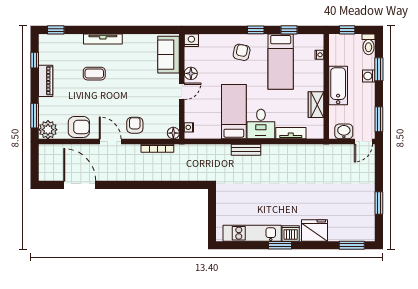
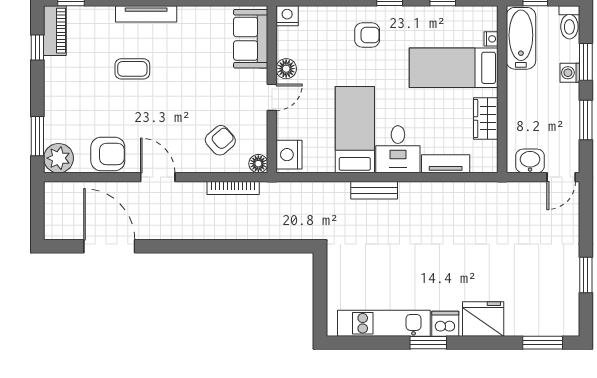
armchair: (242, 52) -> (367, 35), turned 78
bed: (281, 62) -> (454, 68), moved, turned 90
piano: (46, 81) -> (55, 31), moved
bathtub: (338, 86) -> (521, 38), moved
window: (379, 119) -> (586, 120), moved
armchair: (135, 125) -> (220, 140), moved, turned 49
nightstand: (189, 127) -> (289, 155), width x1.89, depth x1.79

